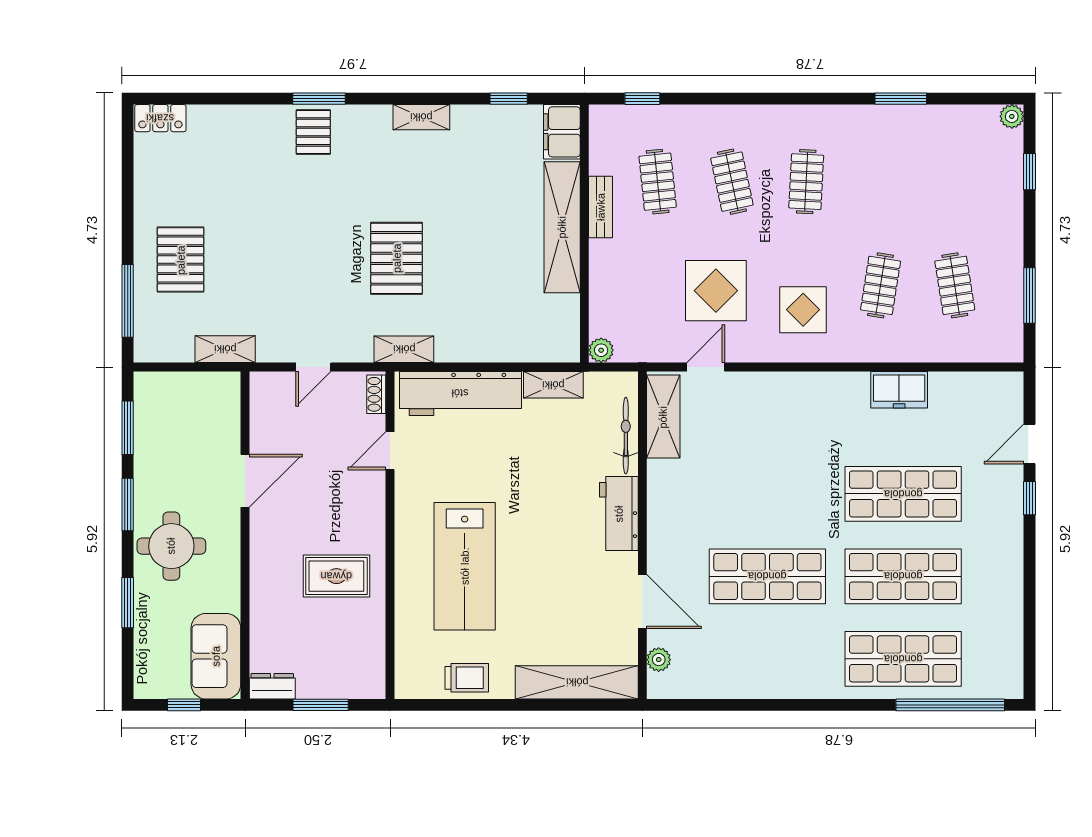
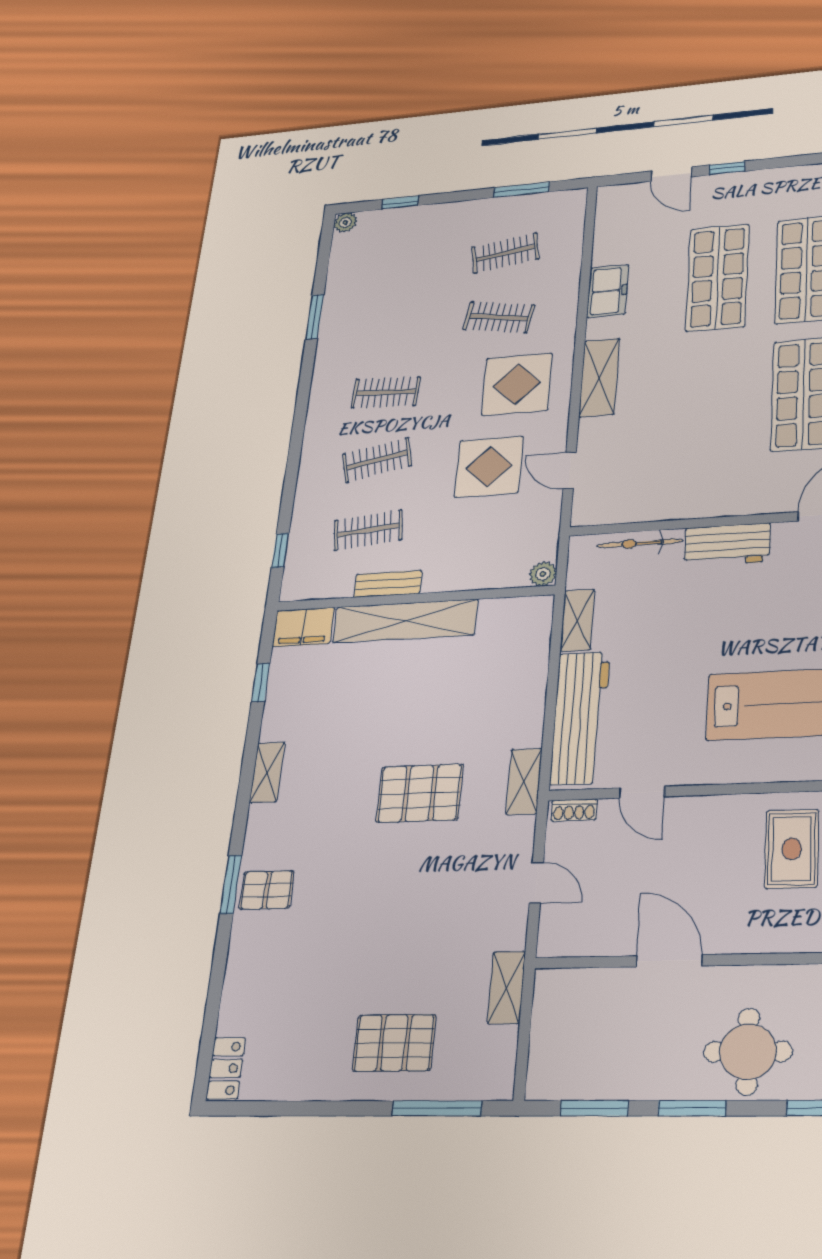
display table: (803, 310) -> (517, 384), width x1.36, depth x1.36
shelving: (663, 417) -> (599, 378), moved, turned 90

